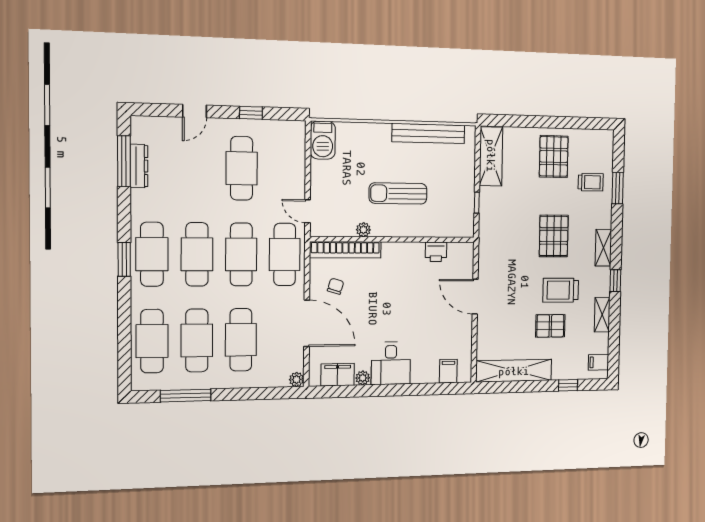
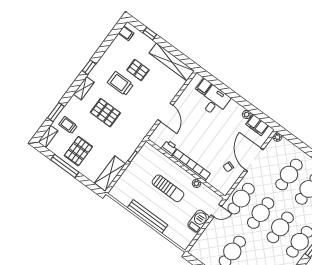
window: (558, 122) -> (65, 166), added
bench: (428, 133) -> (148, 216), moved
barbecue: (323, 140) -> (198, 221), moved
door: (308, 211) -> (216, 211), hinge flipped
pallet: (554, 236) -> (105, 113), turned 90
bookcase: (345, 250) -> (191, 165), moved
trolley: (561, 290) -> (120, 84), turned 180
shelving: (602, 315) -> (48, 136), moved
desk: (391, 363) -> (215, 101), moved

